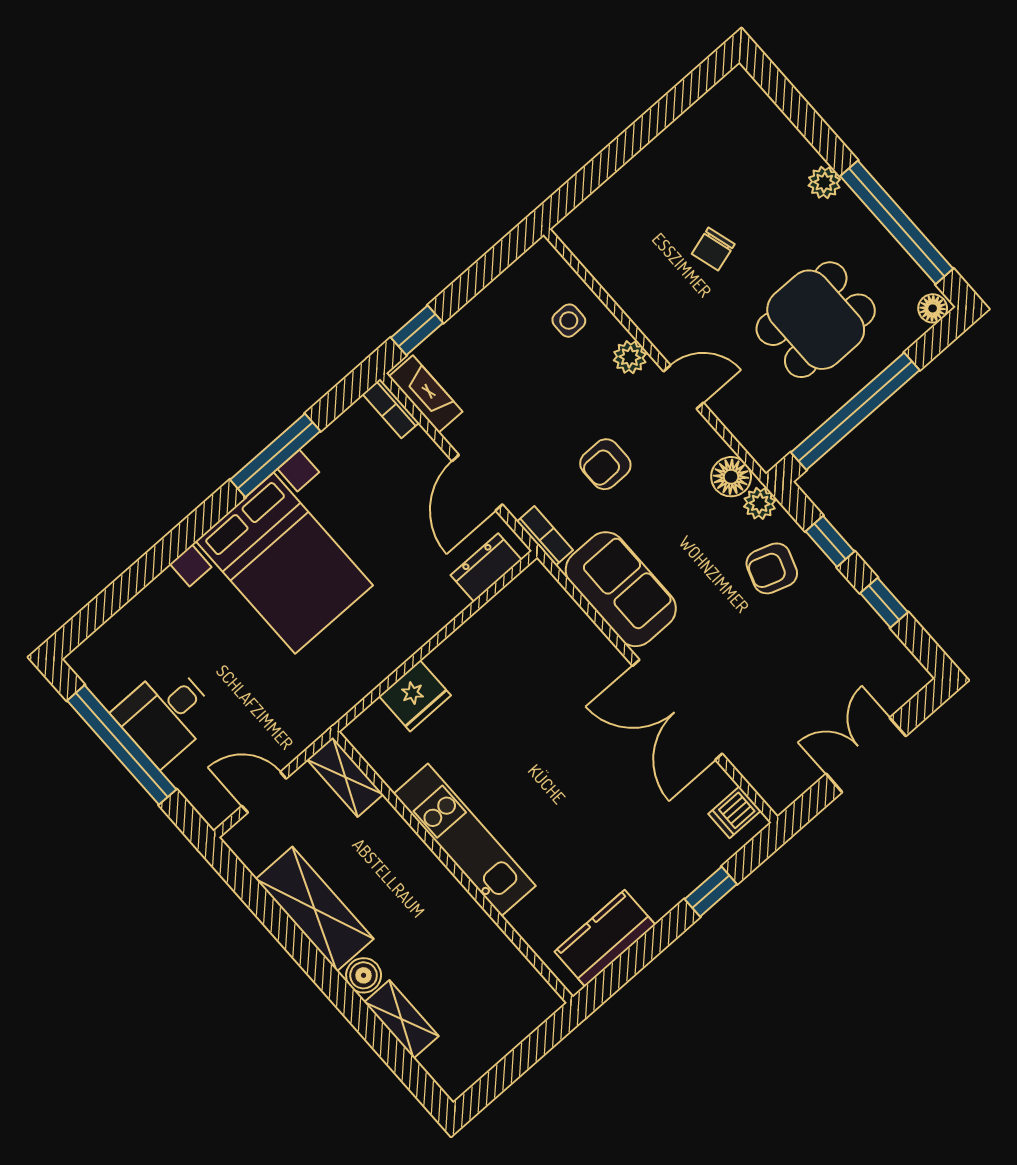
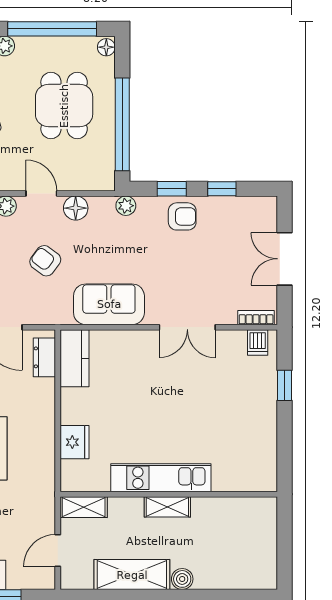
door: (684, 387) -> (41, 194), hinge flipped
armchair: (605, 464) -> (45, 261), turned 127
floor lamp: (731, 477) -> (76, 208), moved
bookcase: (545, 536) -> (256, 318), moved
armchair: (772, 568) -> (182, 216), moved, turned -109
double door: (677, 710) -> (187, 327), width x0.73
kitchen counter: (605, 938) -> (74, 358), moved, turned 180
shelving: (402, 1019) -> (167, 507), moved

